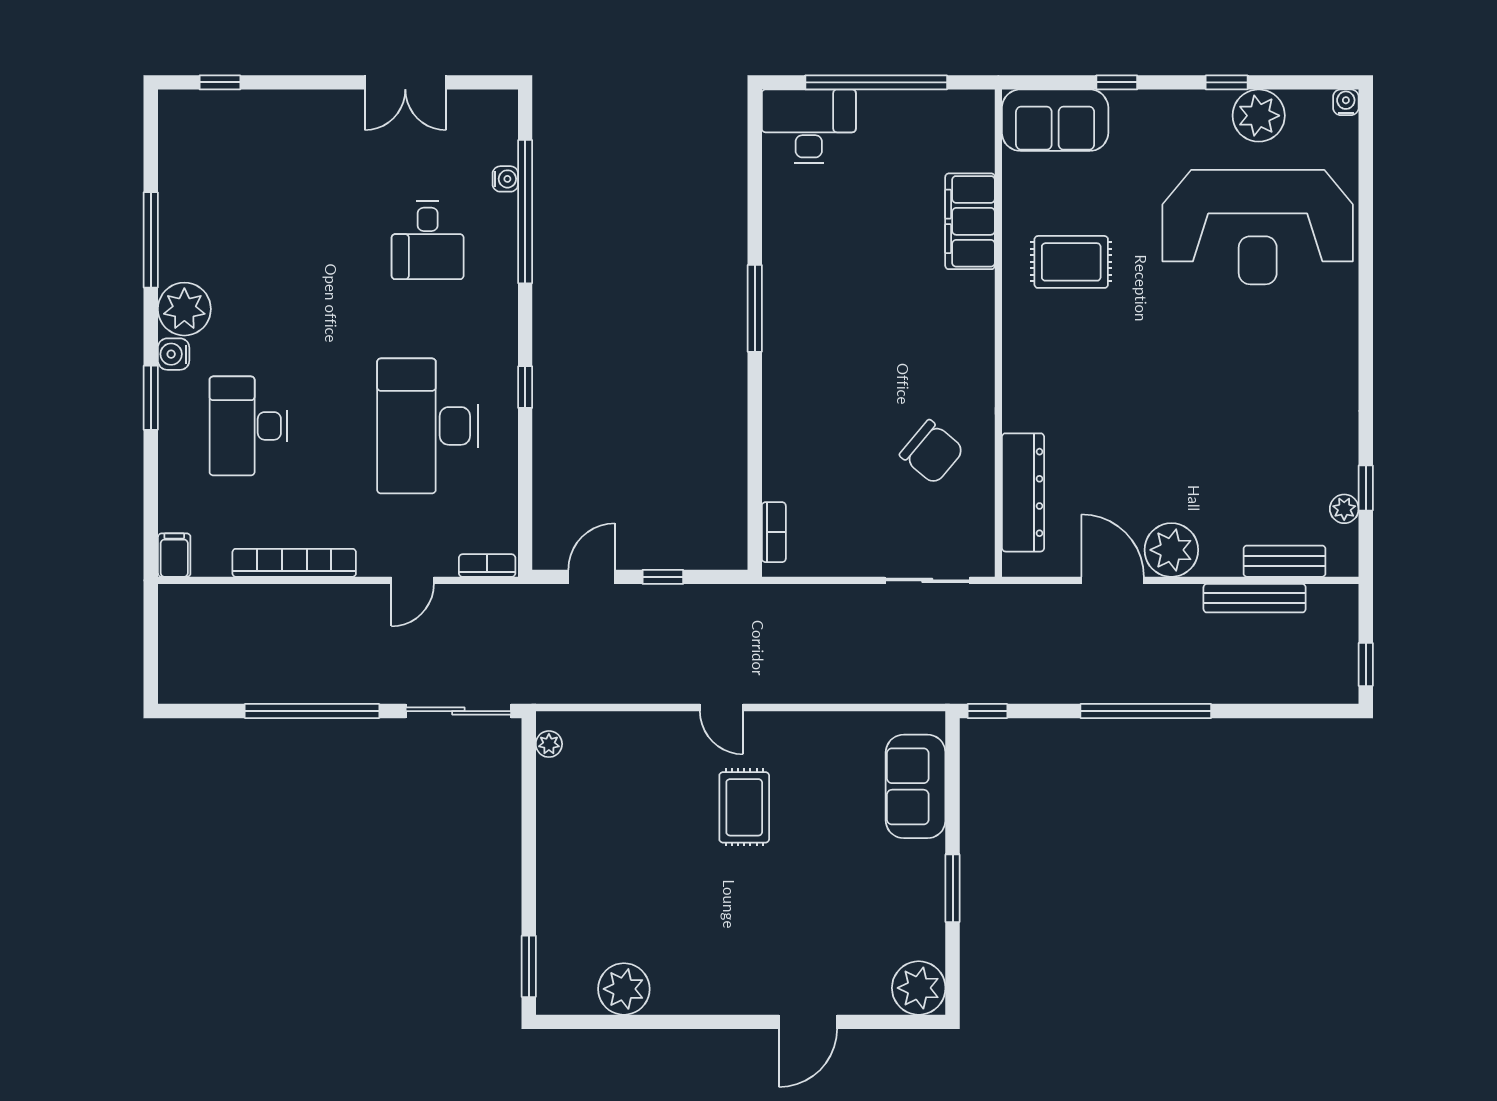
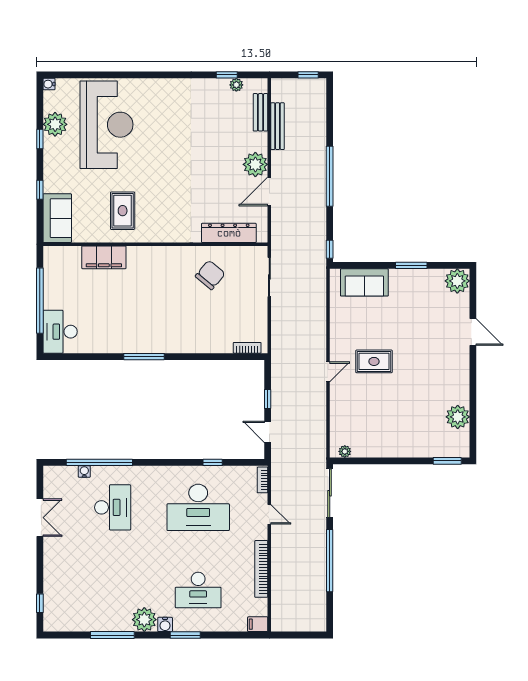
desk: (428, 240) -> (113, 507), width x1.37
window: (525, 387) -> (213, 462), moved

